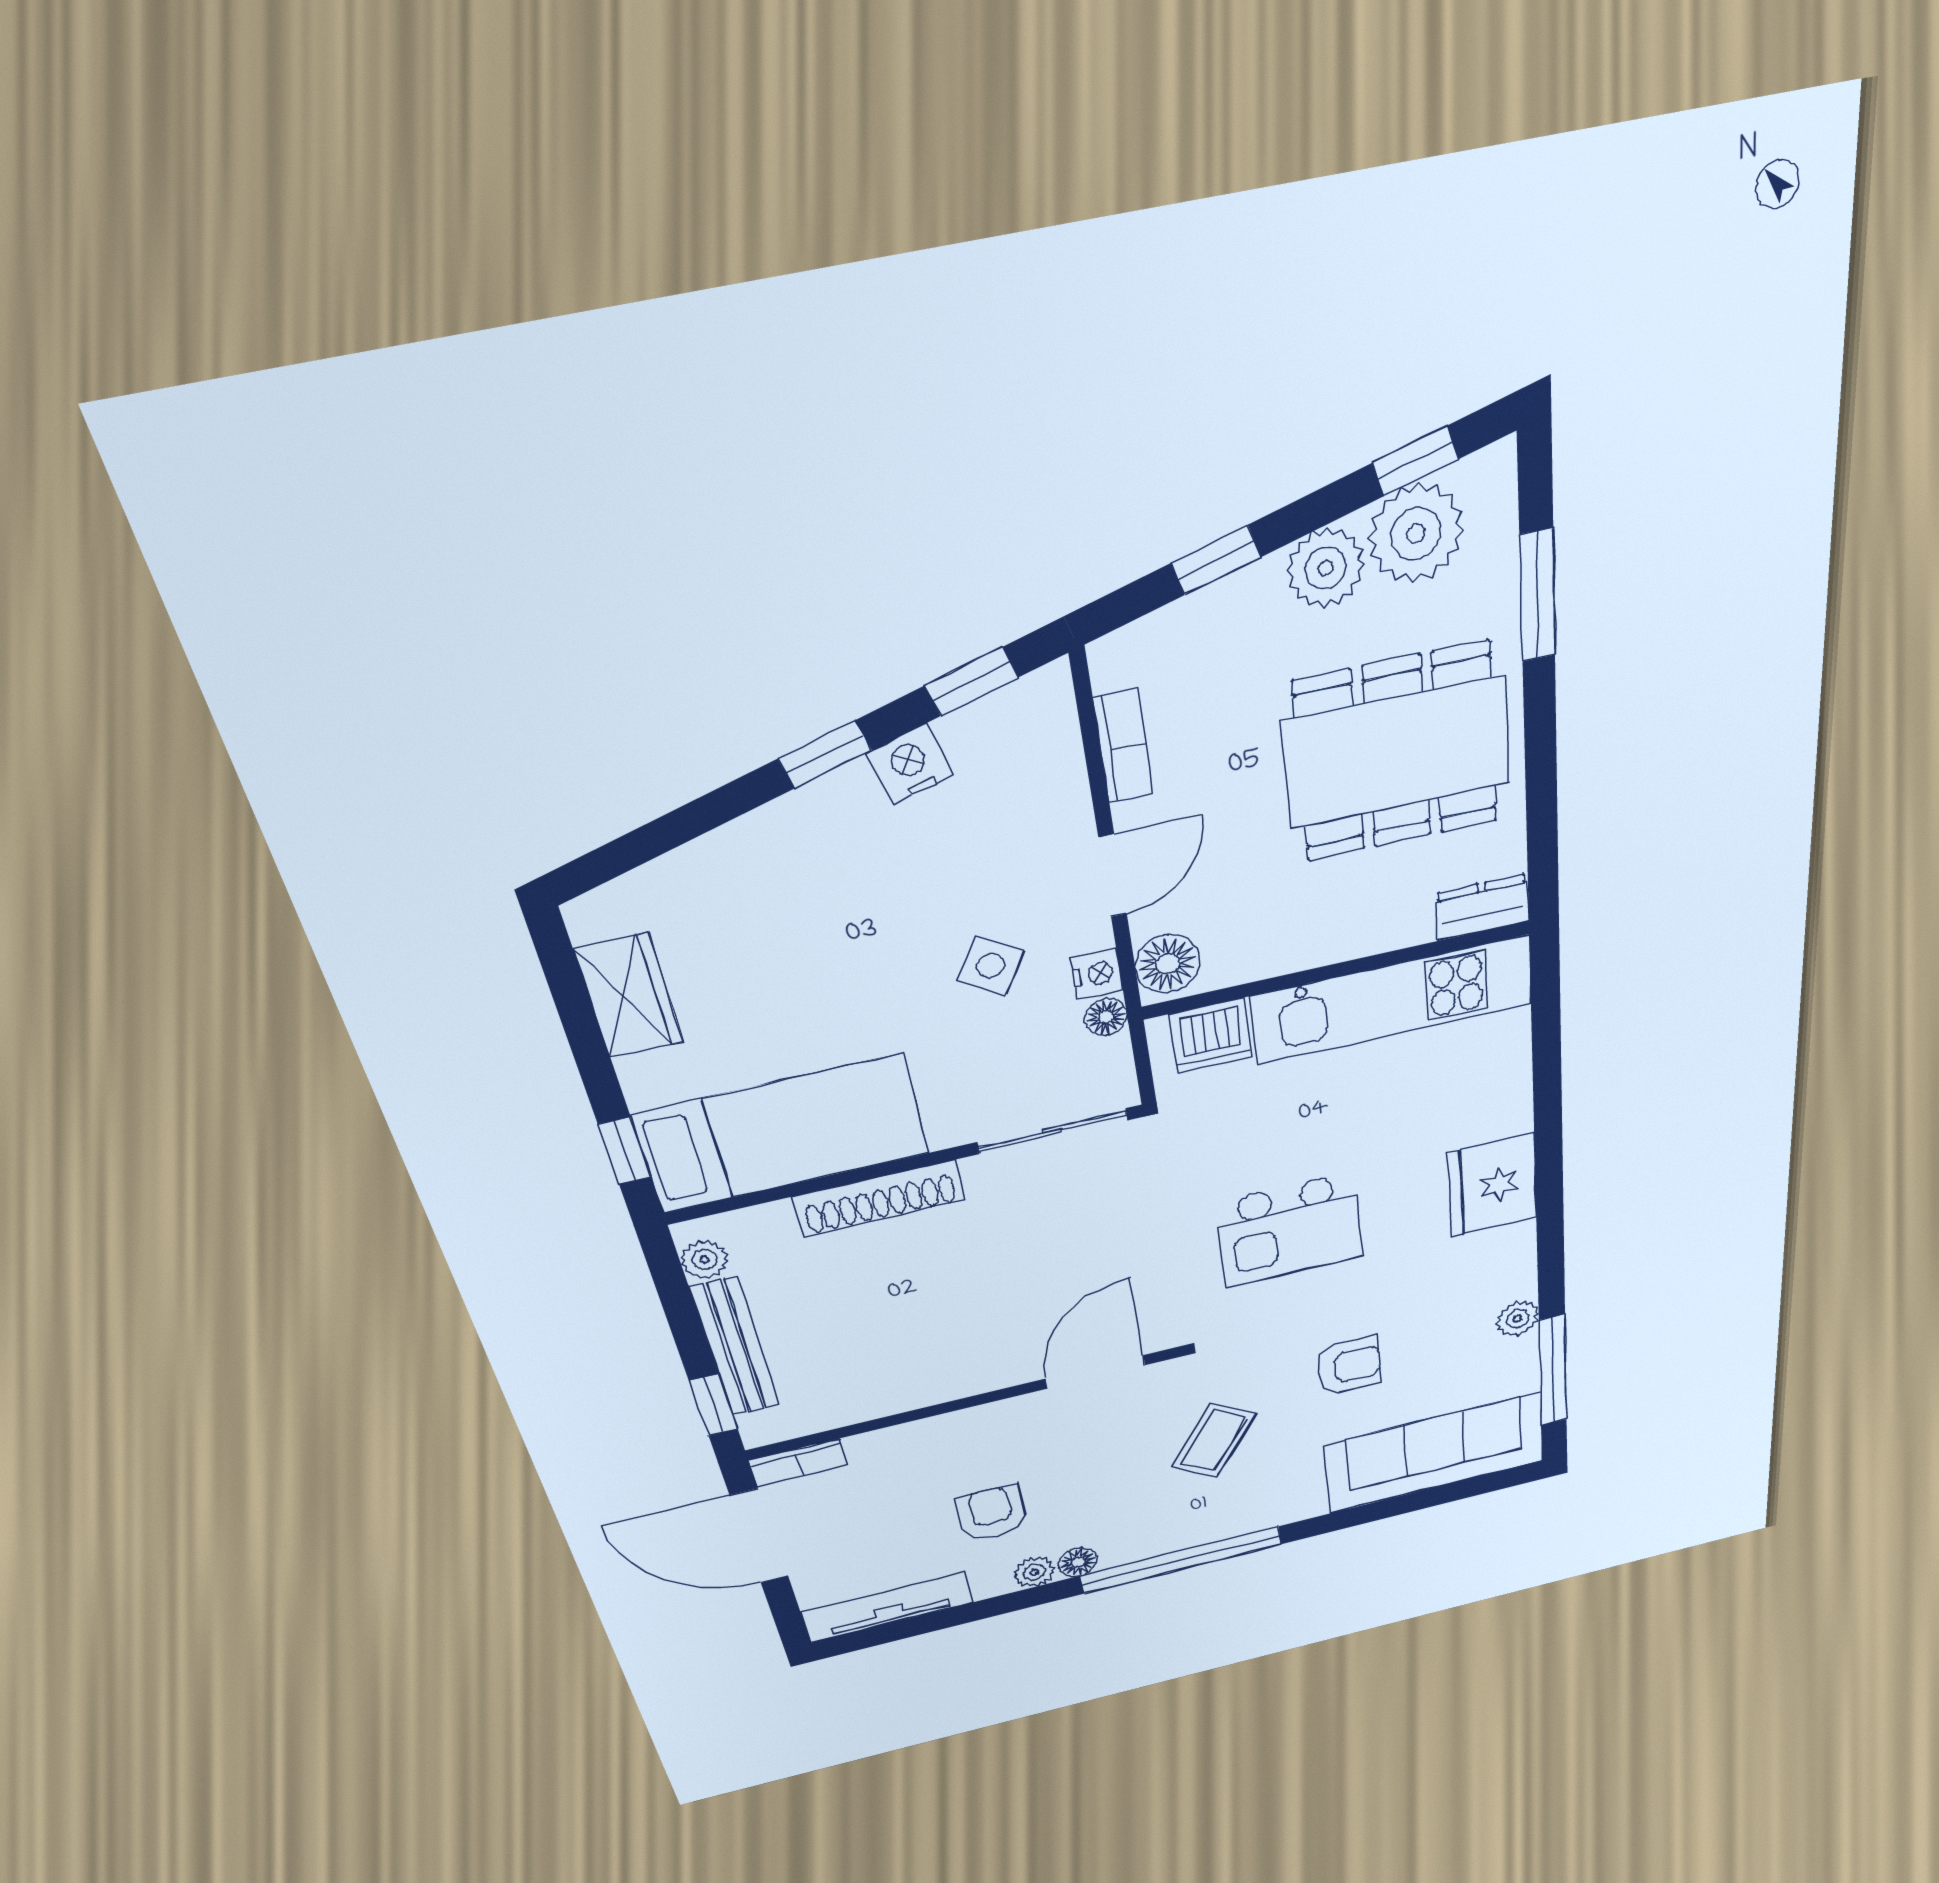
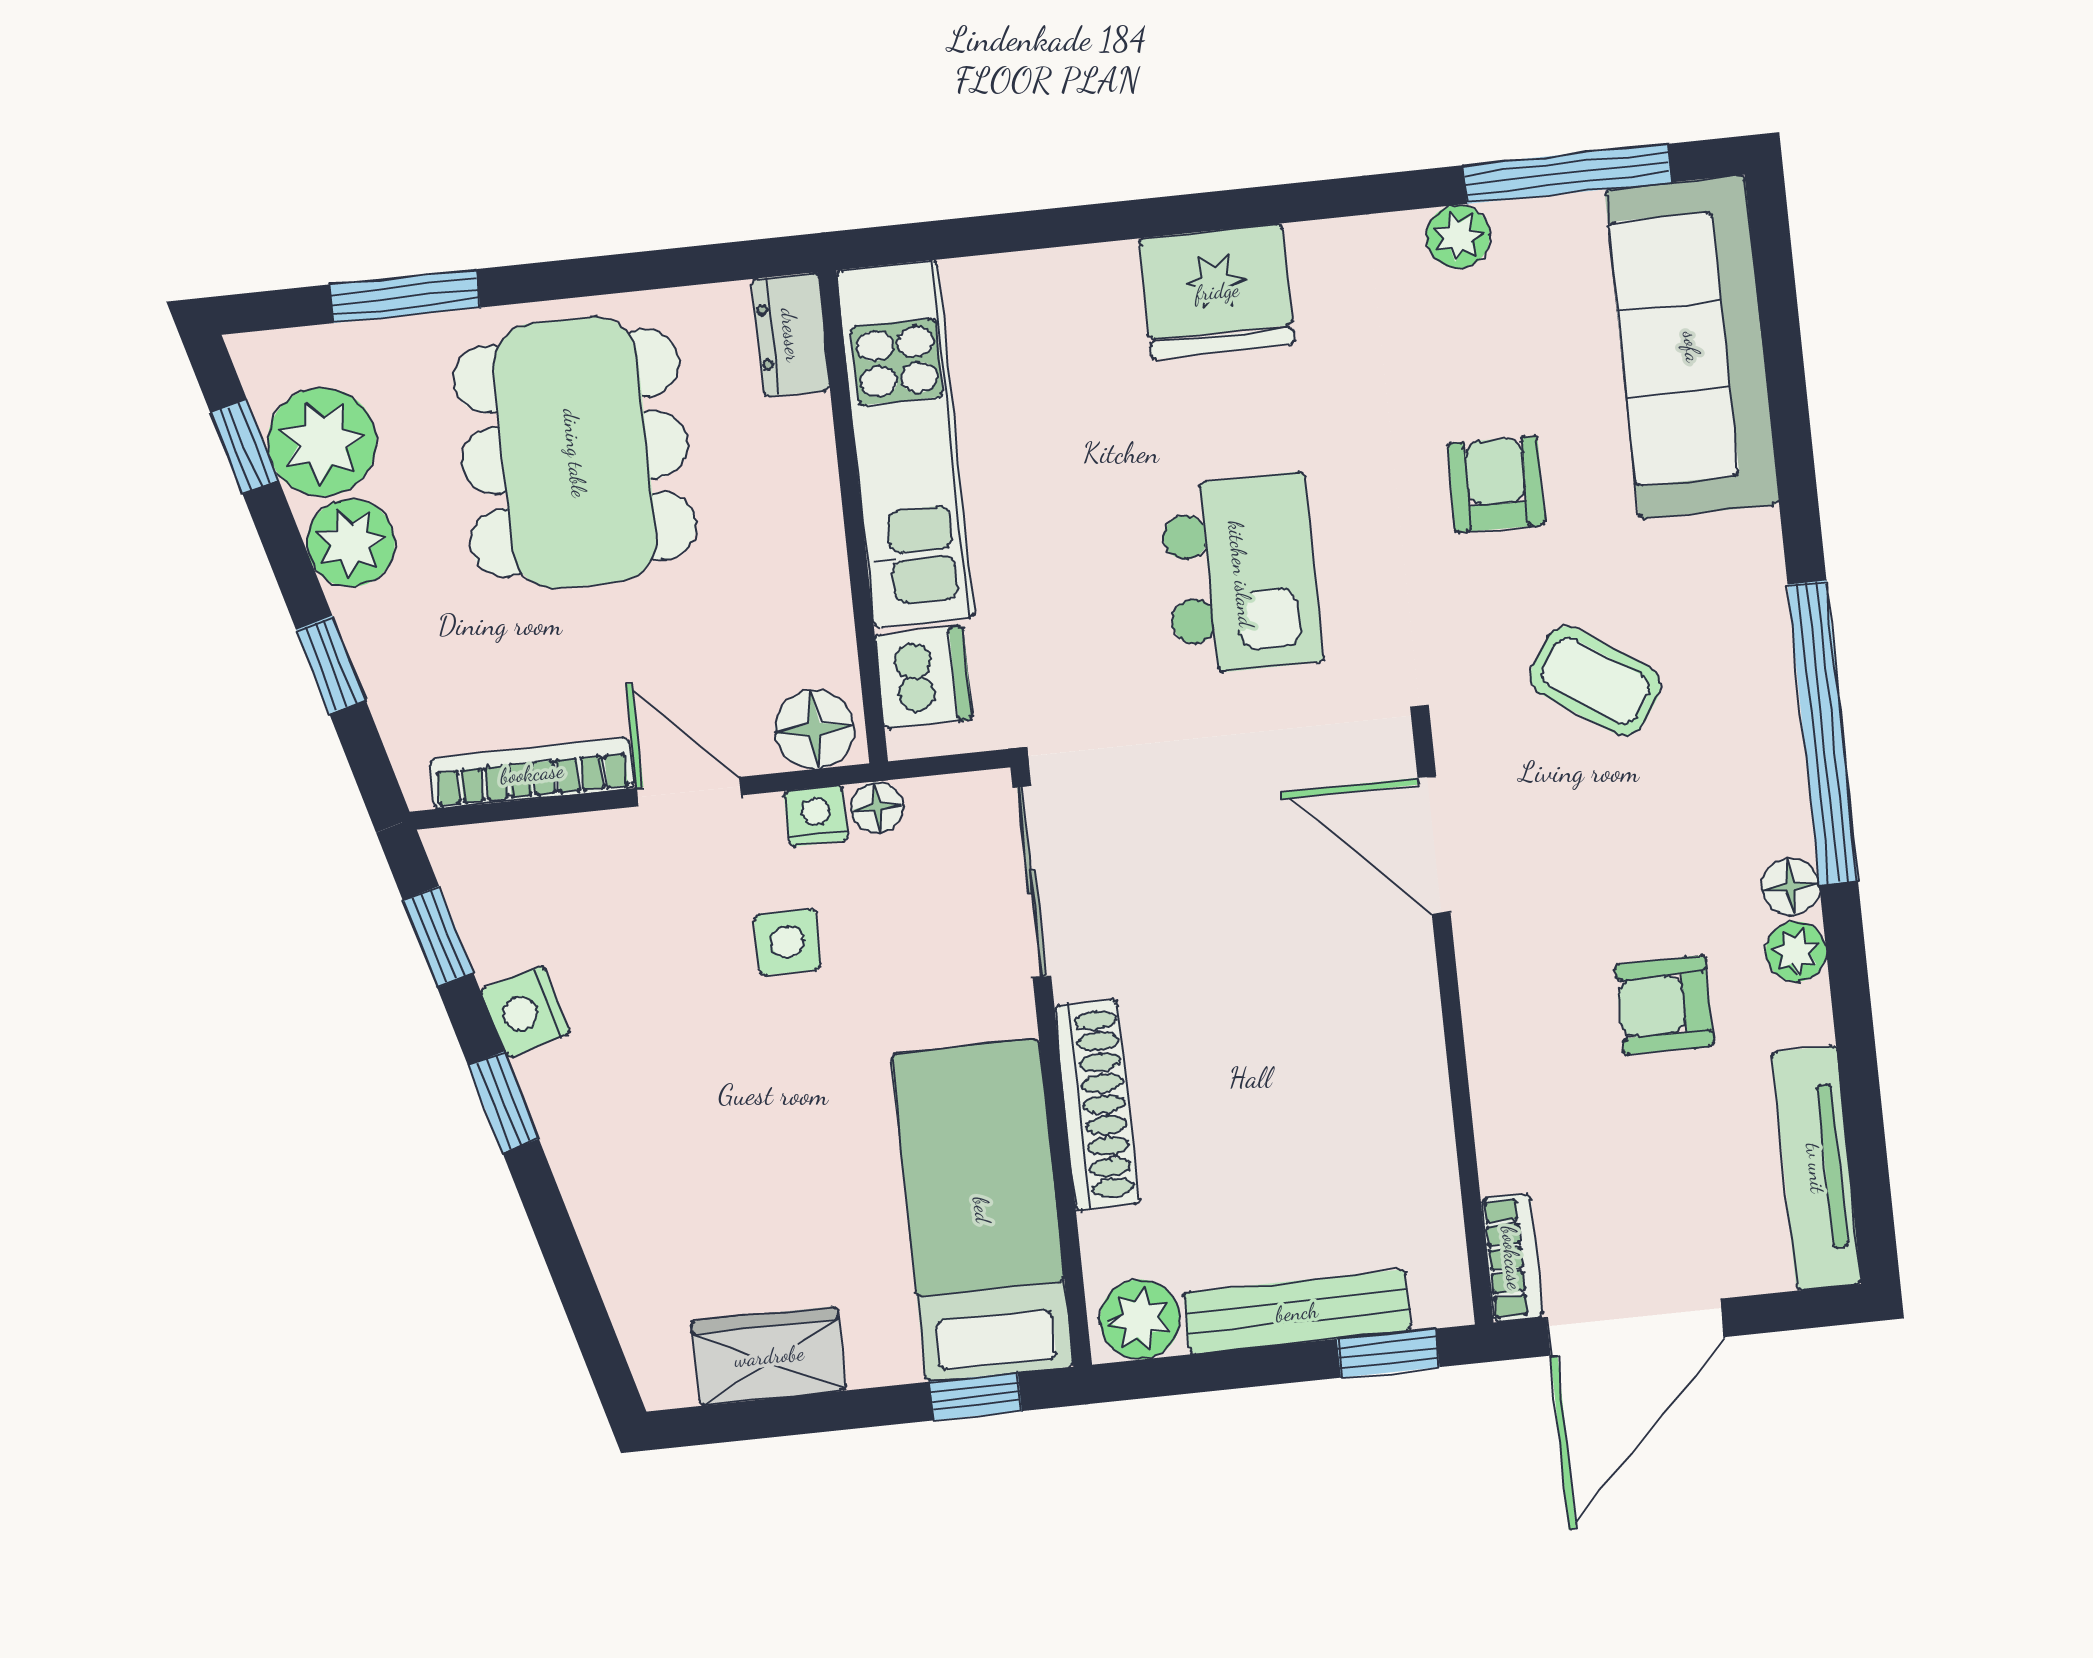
bookcase: (1123, 747) -> (532, 773), width x1.56
side table: (991, 966) -> (788, 942), turned -32
plant: (704, 1259) -> (1140, 1319), width x1.38, depth x1.38

